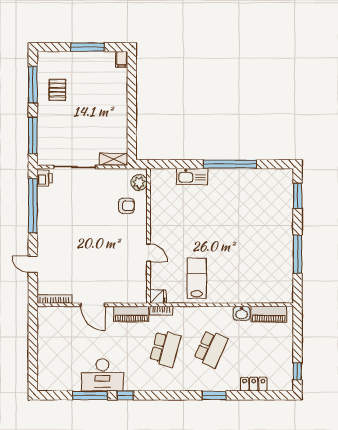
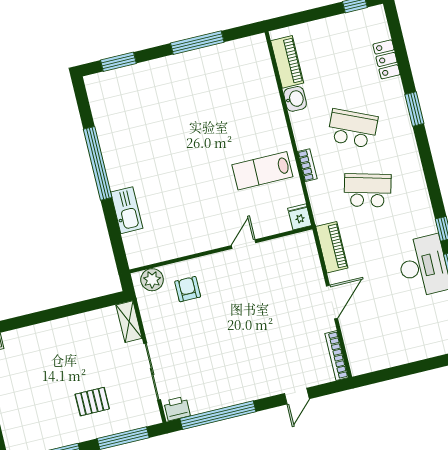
pallet: (57, 90) -> (92, 402), moved
bookcase: (161, 311) -> (307, 165), moved

